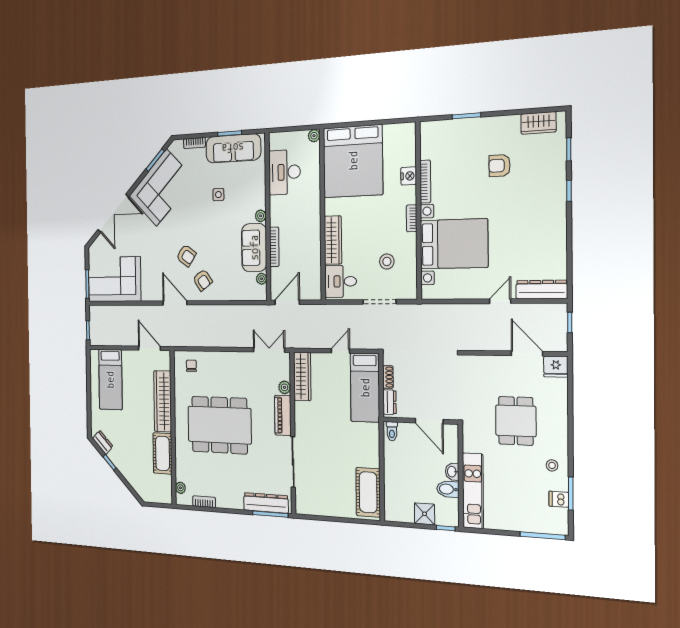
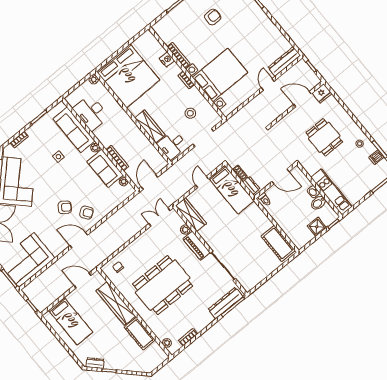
sofa: (233, 148) -> (74, 130), moved, turned 90
armchair: (500, 166) -> (213, 17), turned 180

